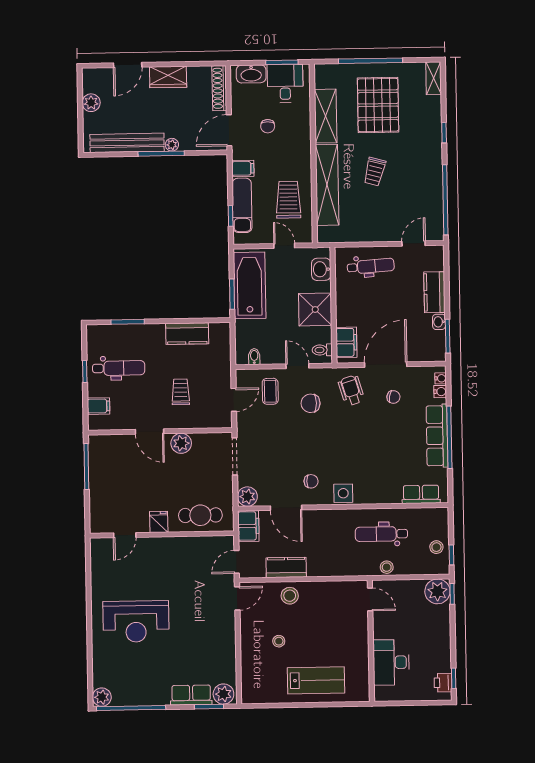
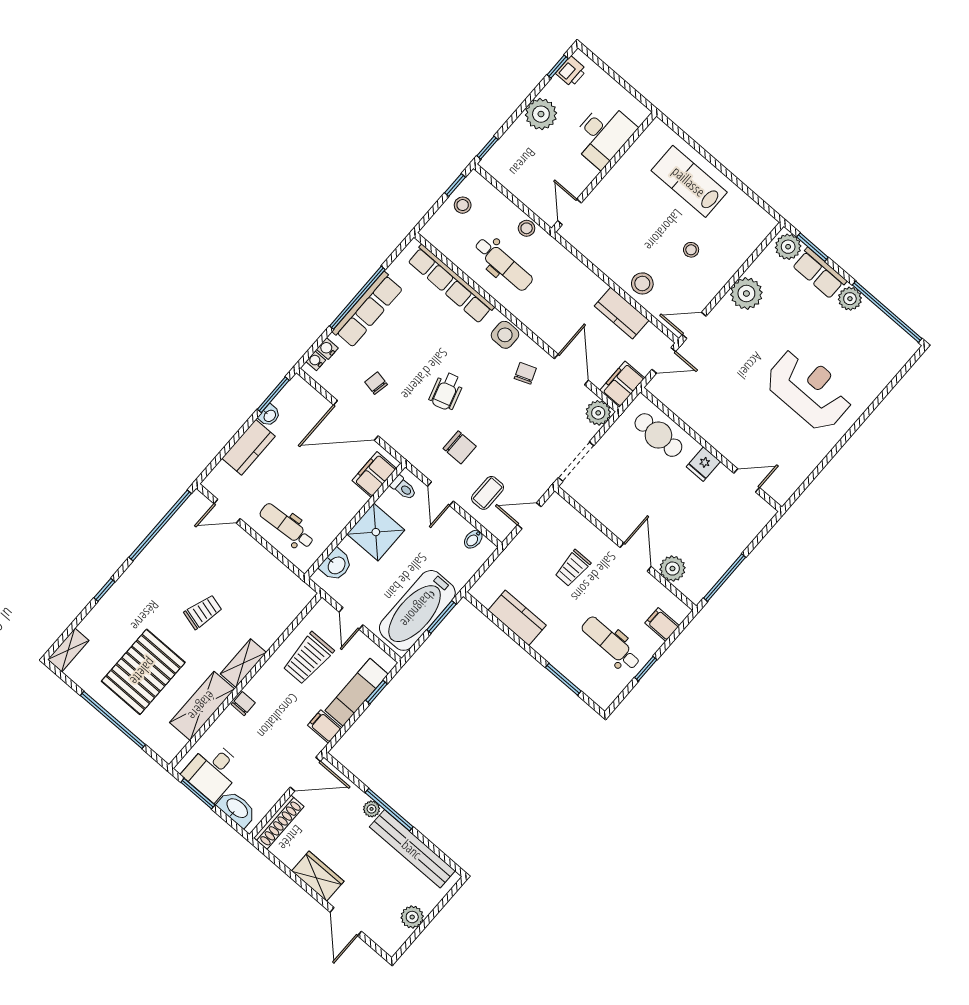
door: (128, 65) -> (346, 922), swing flipped
chair: (268, 126) -> (243, 704), moved
shelving: (327, 185) -> (243, 663), width x0.45, depth x0.75
wheelchair: (351, 390) -> (446, 391), moved
plant: (181, 443) -> (672, 569), moved
chair: (311, 481) -> (525, 373), turned 69
row of seats: (421, 494) -> (451, 284), width x2.02
plant: (437, 591) -> (541, 114), moved
plant: (223, 645) -> (746, 293), added
plant: (102, 697) -> (850, 299), moved

